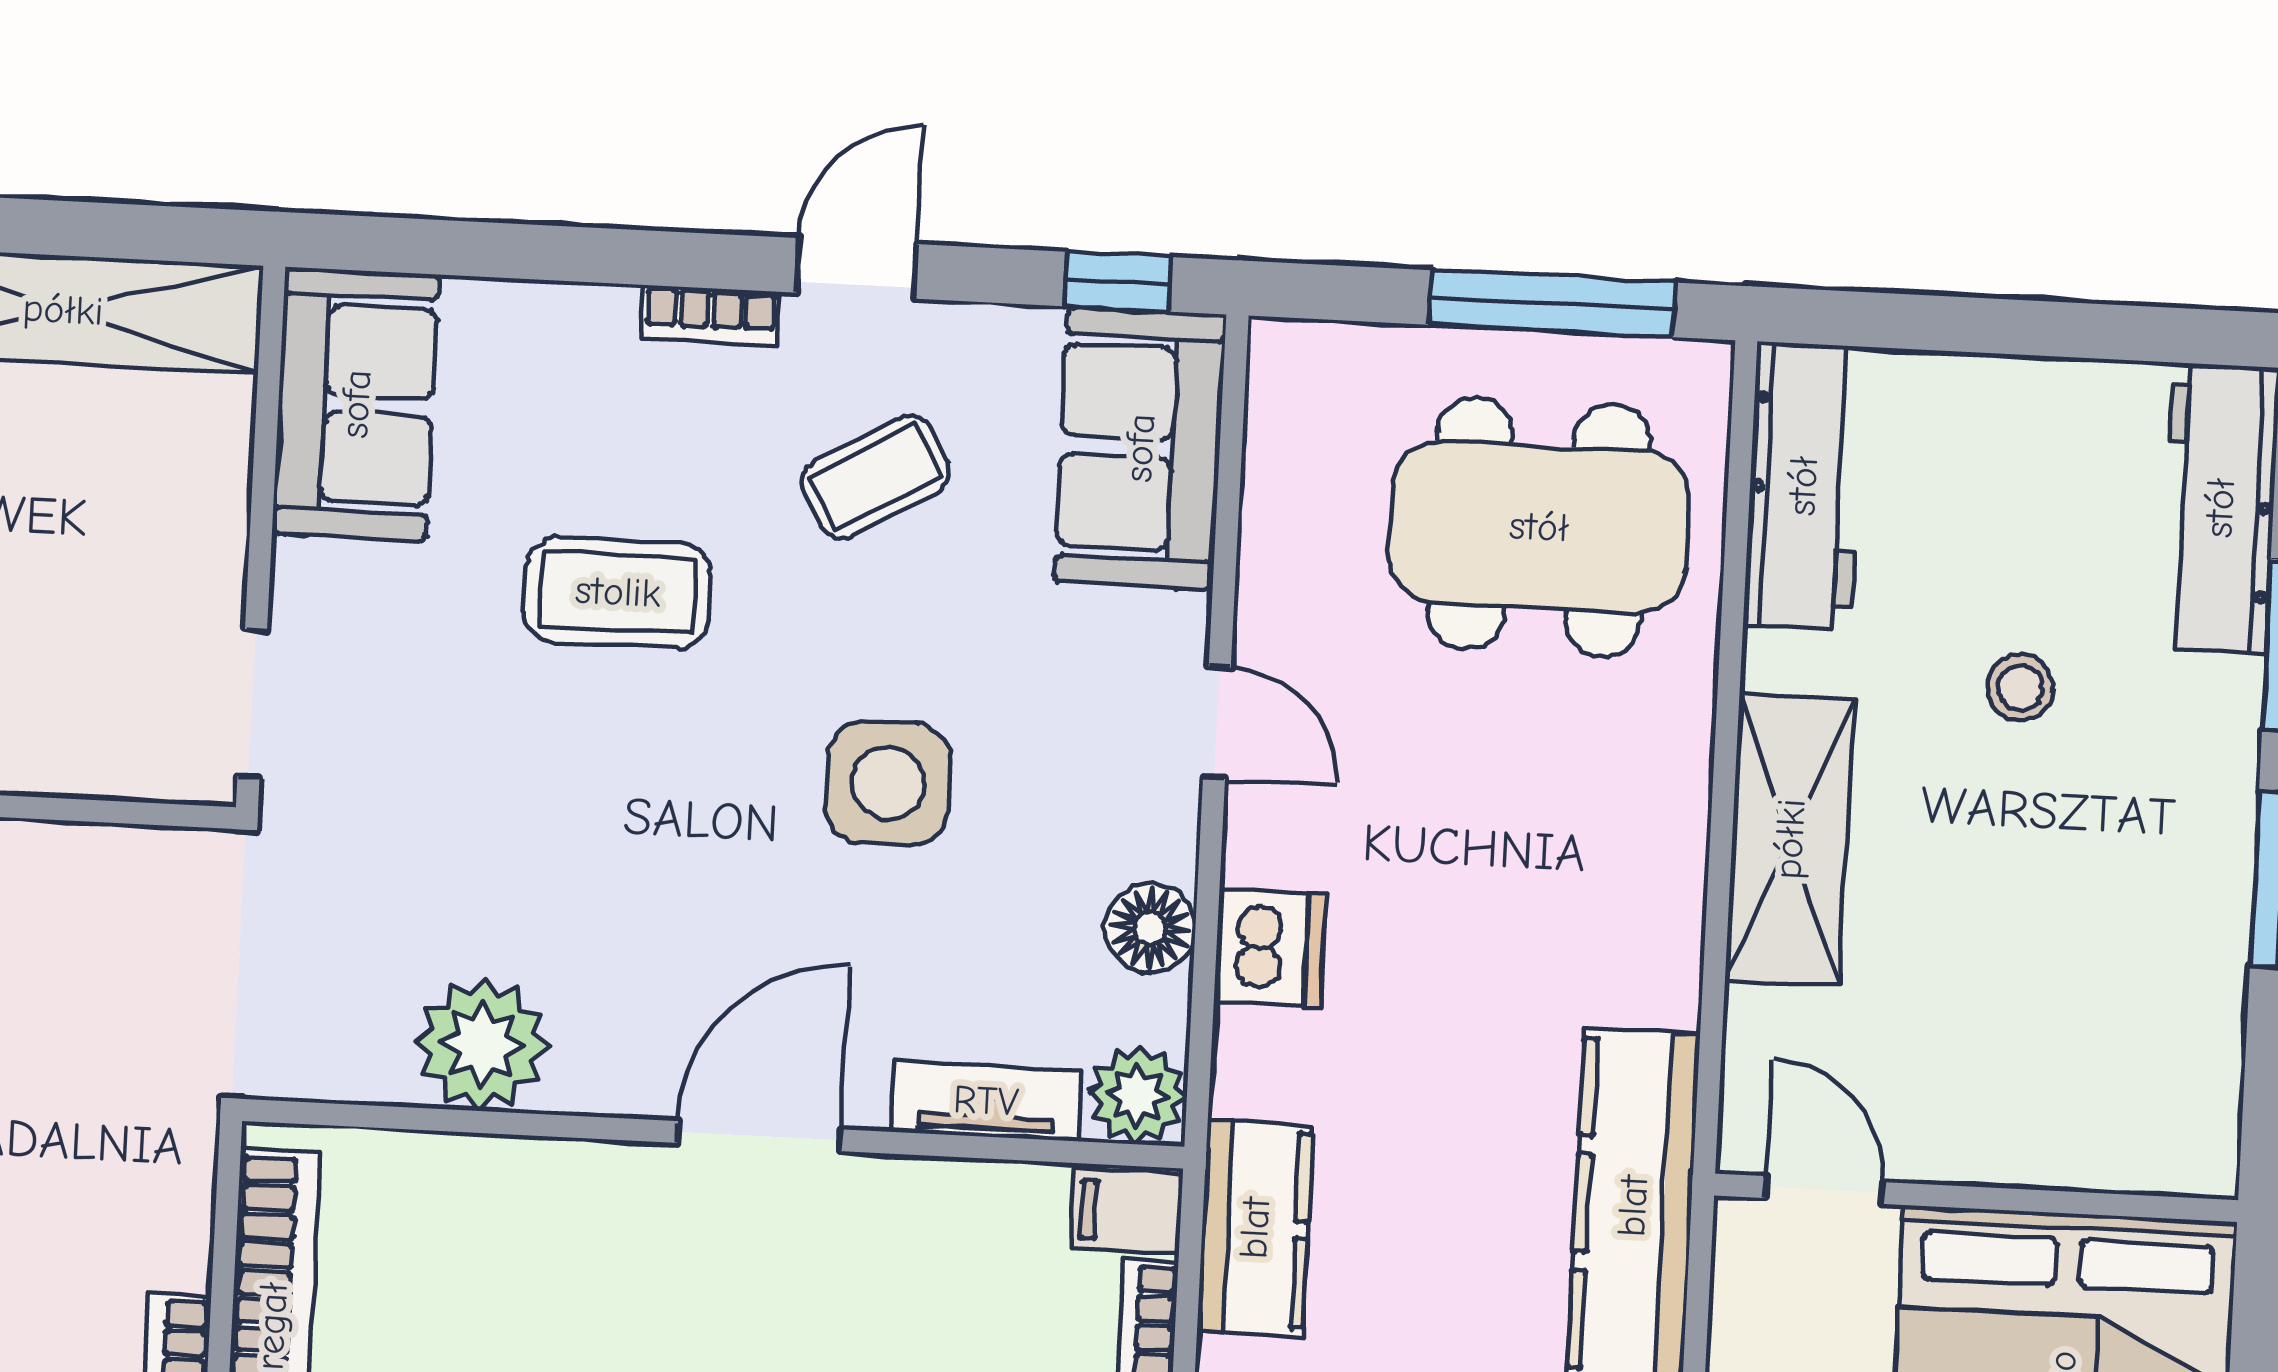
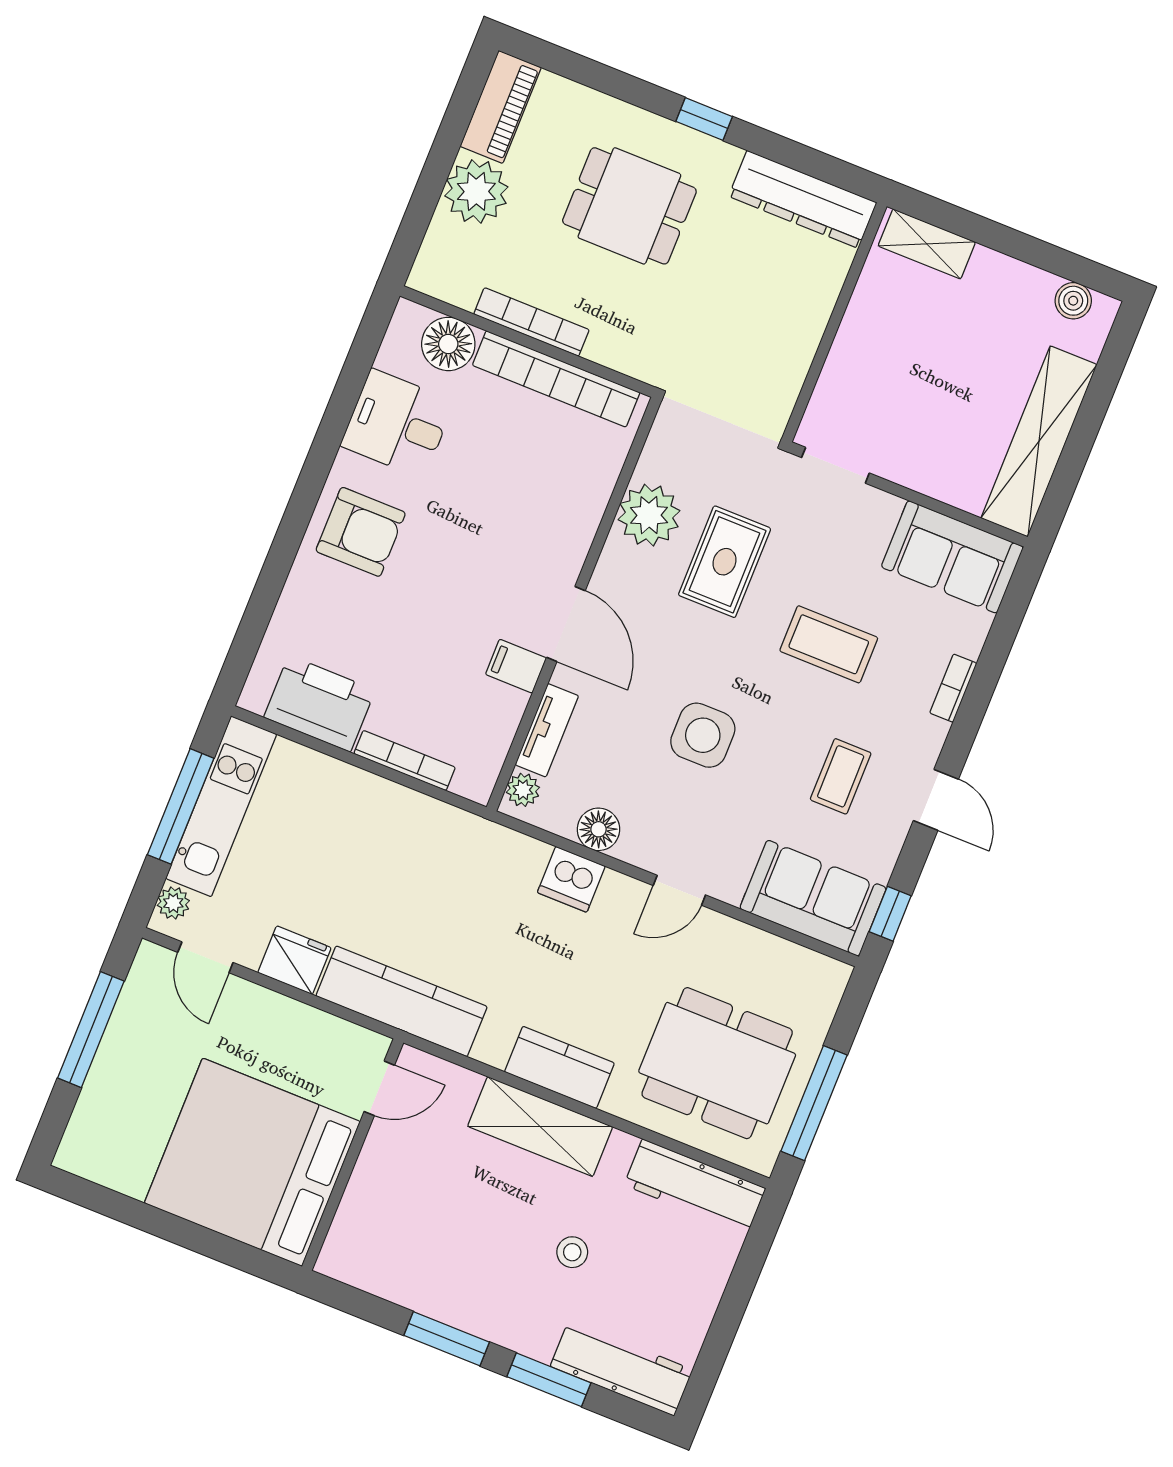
bookcase: (711, 316) -> (953, 688), moved
coffee table: (875, 477) -> (841, 776), turned 30
dining table: (1539, 527) -> (717, 1063), turned 90
coffee table: (618, 592) -> (829, 644), turned 90
rug: (523, 860) -> (725, 562), added
plant: (1137, 1095) -> (523, 790), width x0.73, depth x0.73
filing cabinet: (1127, 1211) -> (516, 666), moved, turned -90
kitchen counter: (1255, 1228) -> (559, 1067), moved, turned 180

